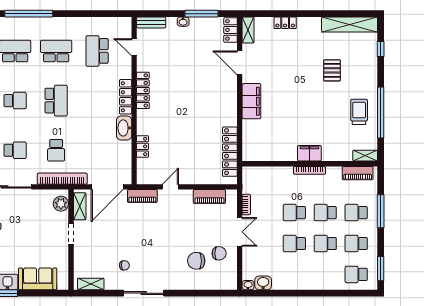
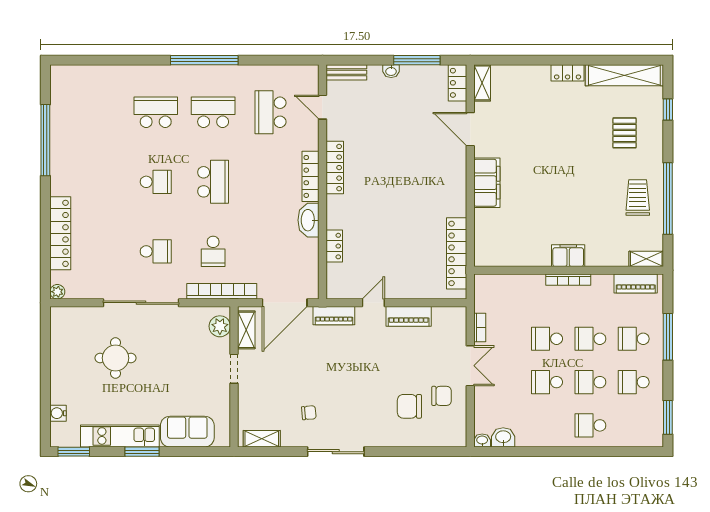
window: (29, 14) -> (204, 60), moved
locker: (285, 23) -> (568, 73), moved
pallet: (332, 70) -> (625, 133), moved
piano: (209, 197) -> (409, 316), moved
school desk: (356, 274) -> (590, 425), moved

